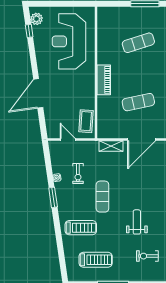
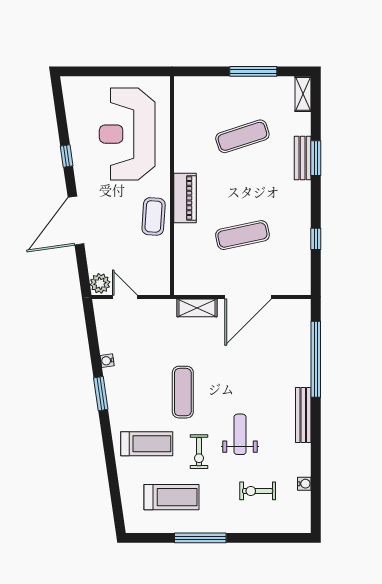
plant: (37, 19) -> (100, 283), moved
window: (29, 31) -> (67, 156), moved
coffee table: (86, 121) -> (154, 216), moved
exercise bike: (78, 173) -> (199, 452), moved

